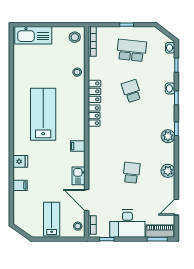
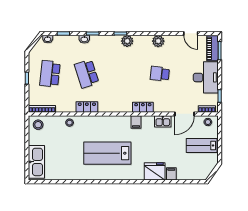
school desk: (132, 91) -> (87, 74), width x1.85
locker: (94, 116) -> (143, 107), moved
fridge: (20, 161) -> (155, 171), width x1.88, depth x1.34

